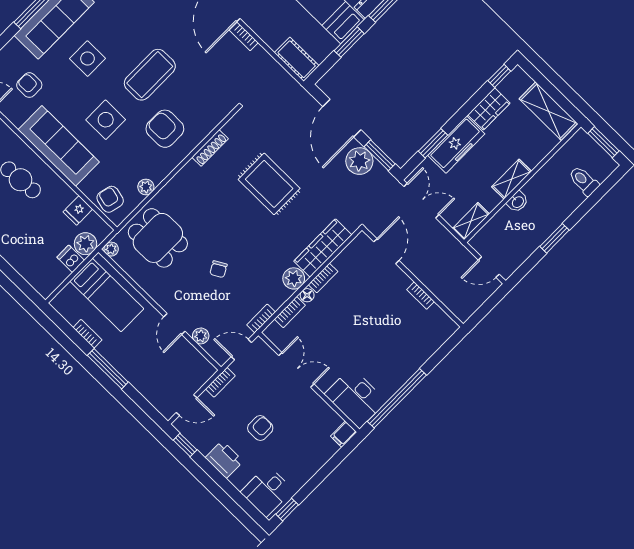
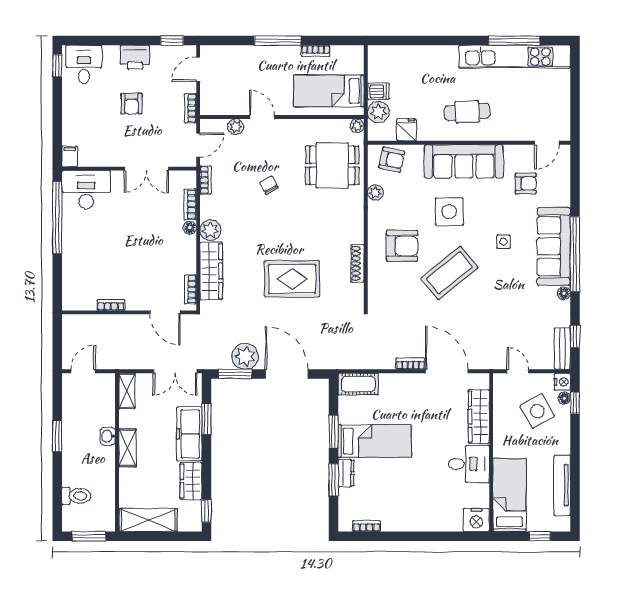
side table: (87, 59) -> (504, 242), width x0.54, depth x0.54
coffee table: (150, 75) -> (449, 273), turned 51
bookcase: (323, 278) -> (190, 289), moved

